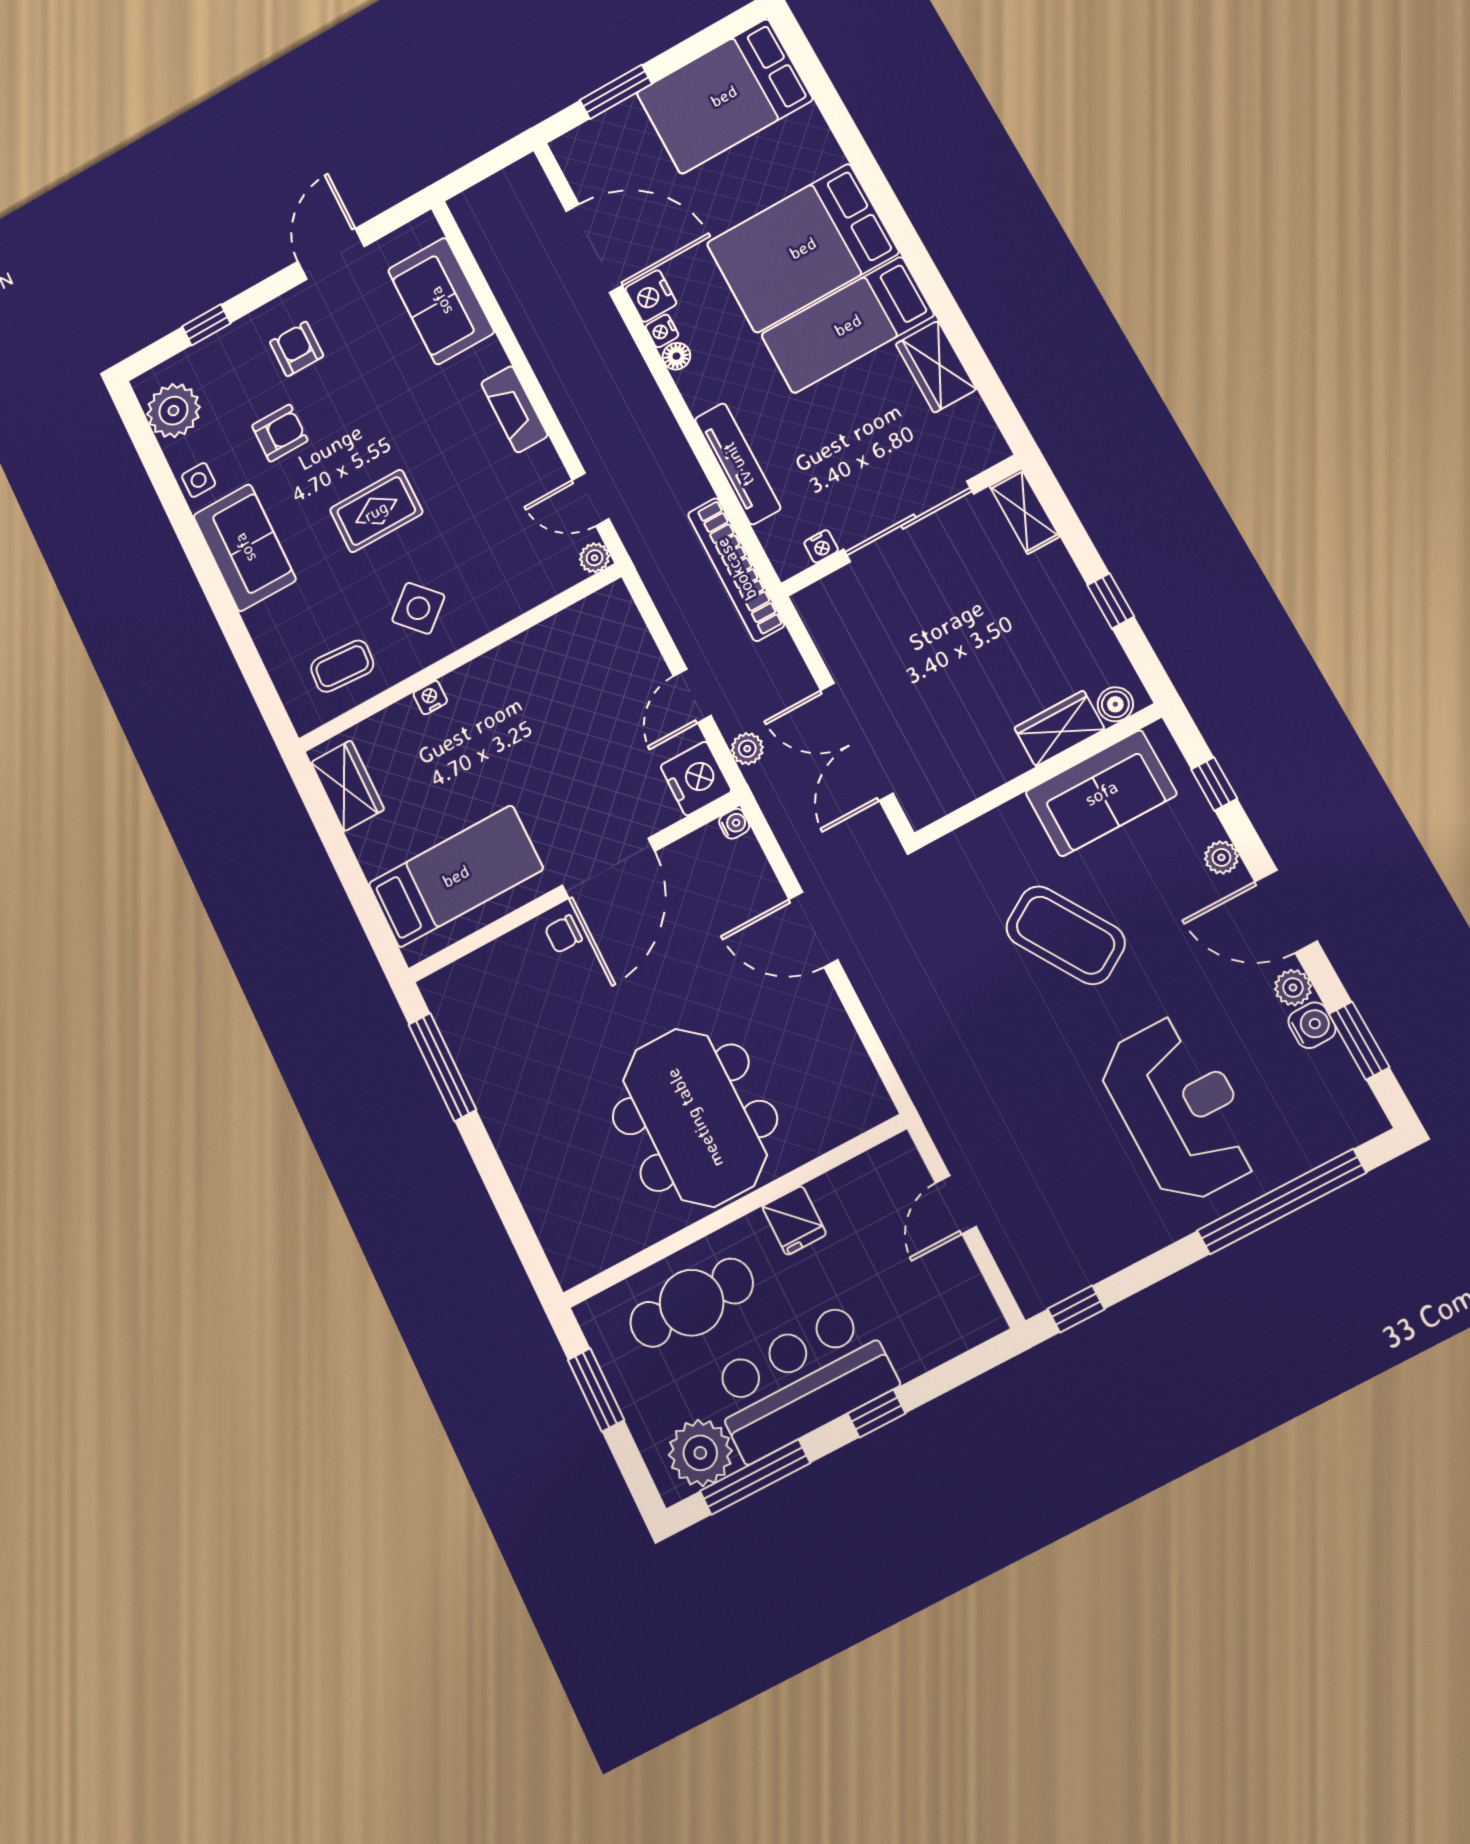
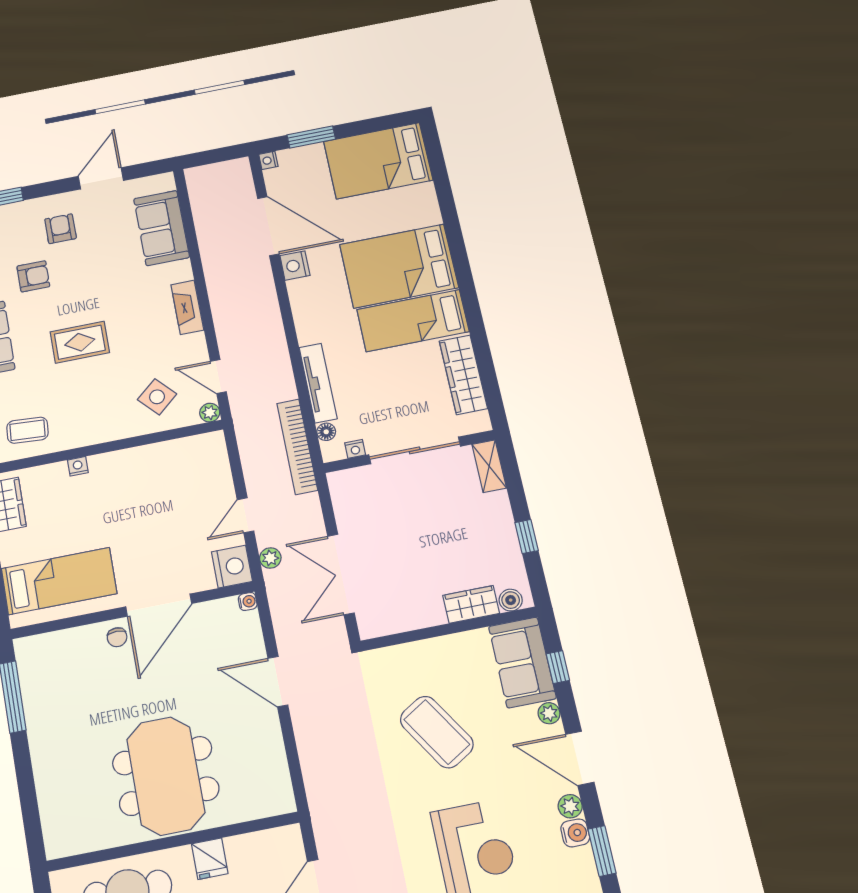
nightstand: (662, 331) -> (268, 160), moved
floor lamp: (676, 356) -> (326, 432), moved
wardrobe: (936, 367) -> (463, 375), width x1.50
side table: (418, 608) -> (157, 397), moved
sofa: (1101, 793) -> (522, 662), moved, turned 90
chair: (563, 934) -> (117, 637), turned -90

